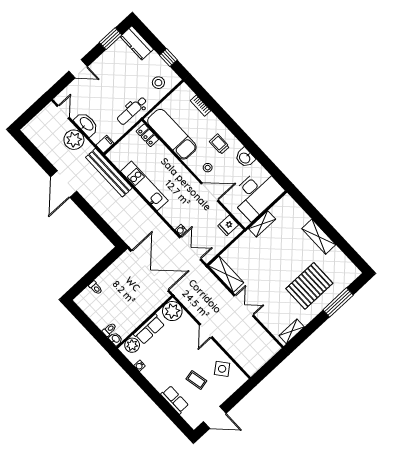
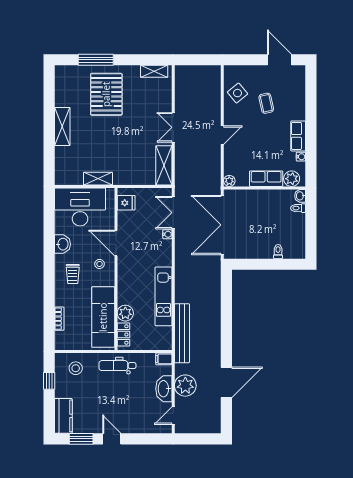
door: (78, 69) -> (112, 439), moved
dental chair: (132, 111) -> (117, 366), turned 180
plant: (160, 151) -> (125, 313), added
door: (64, 184) -> (226, 382), moved
pallet: (309, 286) -> (106, 94), turned 90
plant: (172, 311) -> (229, 181), width x0.53, depth x0.53
row of seats: (175, 400) -> (298, 136), moved

